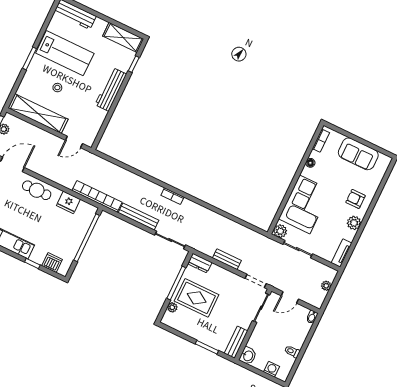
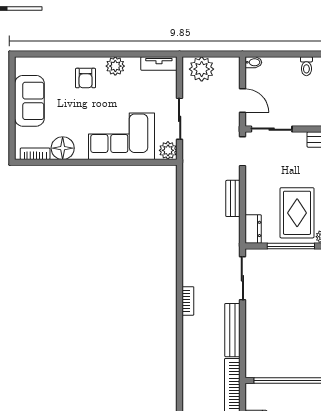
floor lamp: (310, 163) -> (63, 148), width x1.89, depth x1.89
plant: (326, 286) -> (202, 69), width x1.87, depth x1.87

